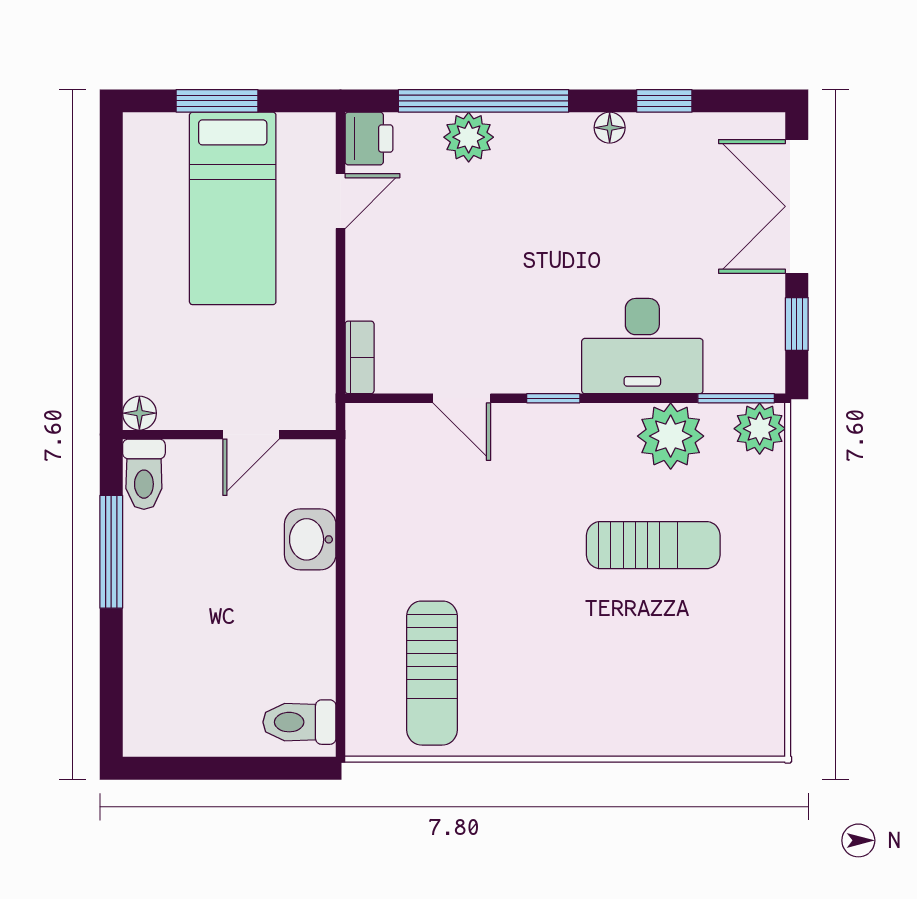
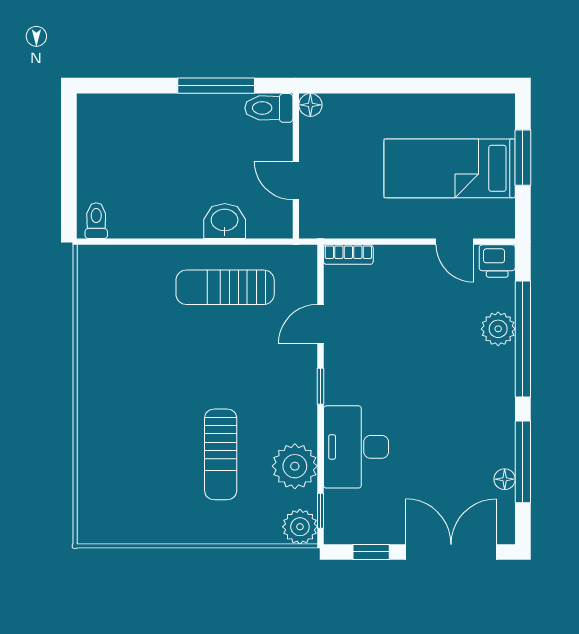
window: (664, 101) -> (523, 462), width x2.17
floor lamp: (610, 128) -> (505, 479), moved
window: (736, 398) -> (321, 511), width x0.67
sun lounger: (432, 673) -> (225, 287), moved
toilet: (299, 722) -> (96, 221), width x0.73, depth x0.72

